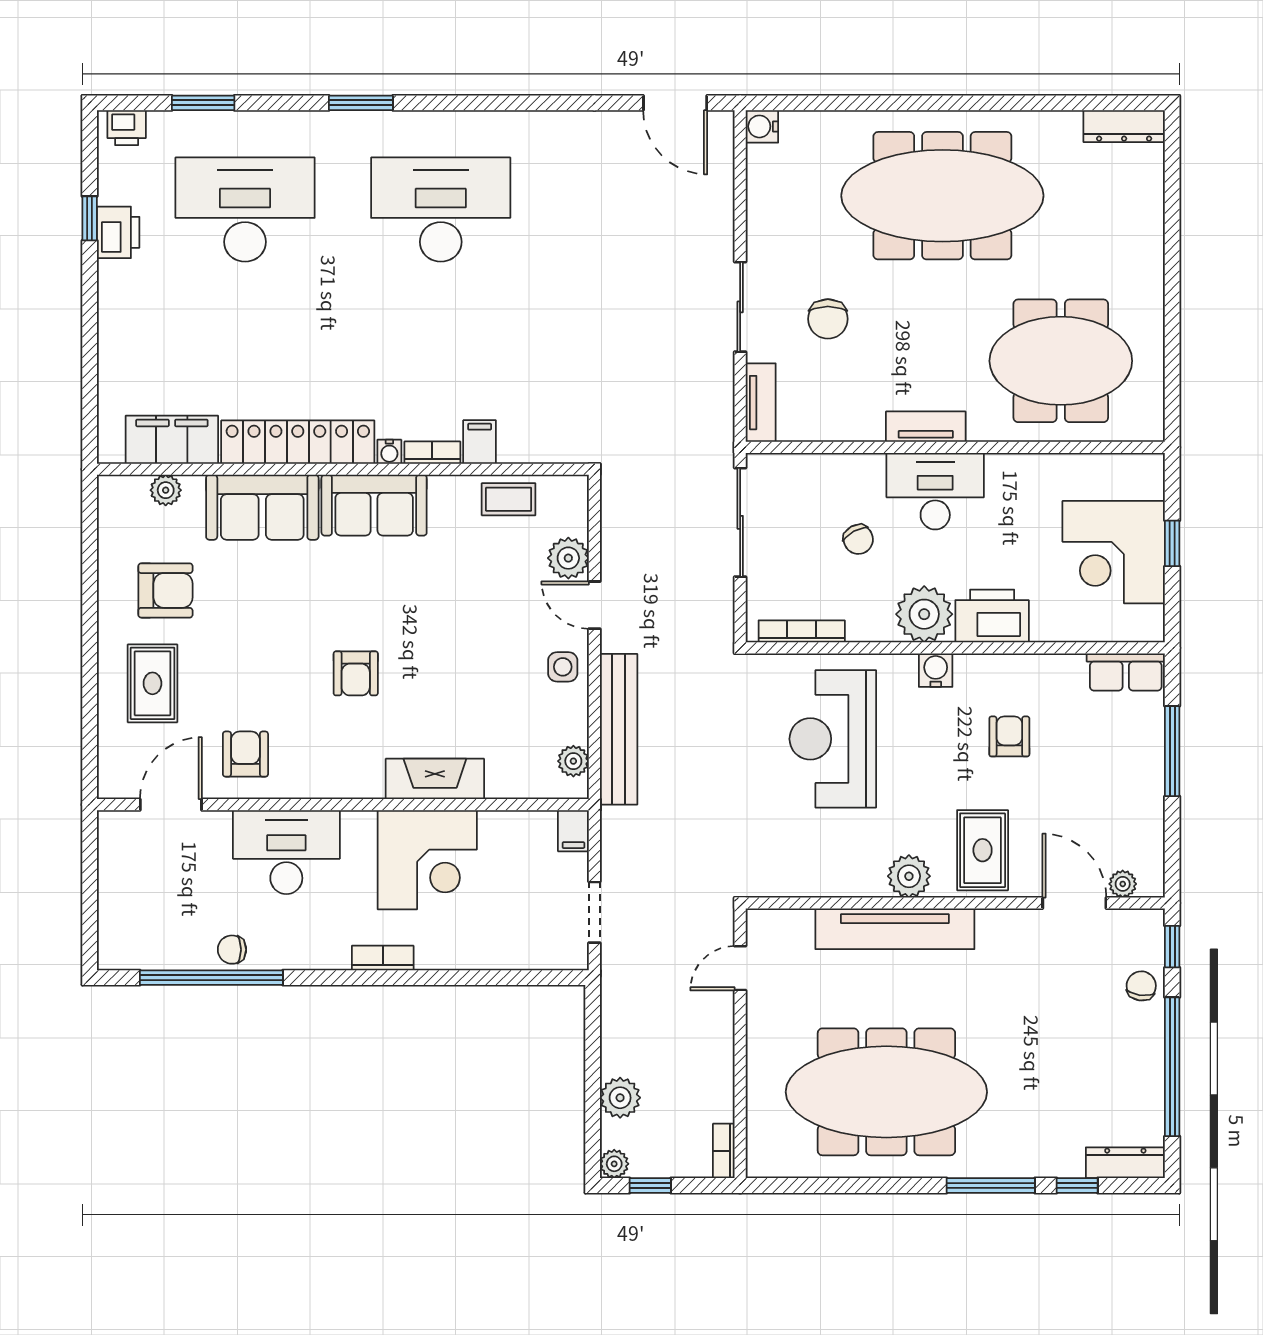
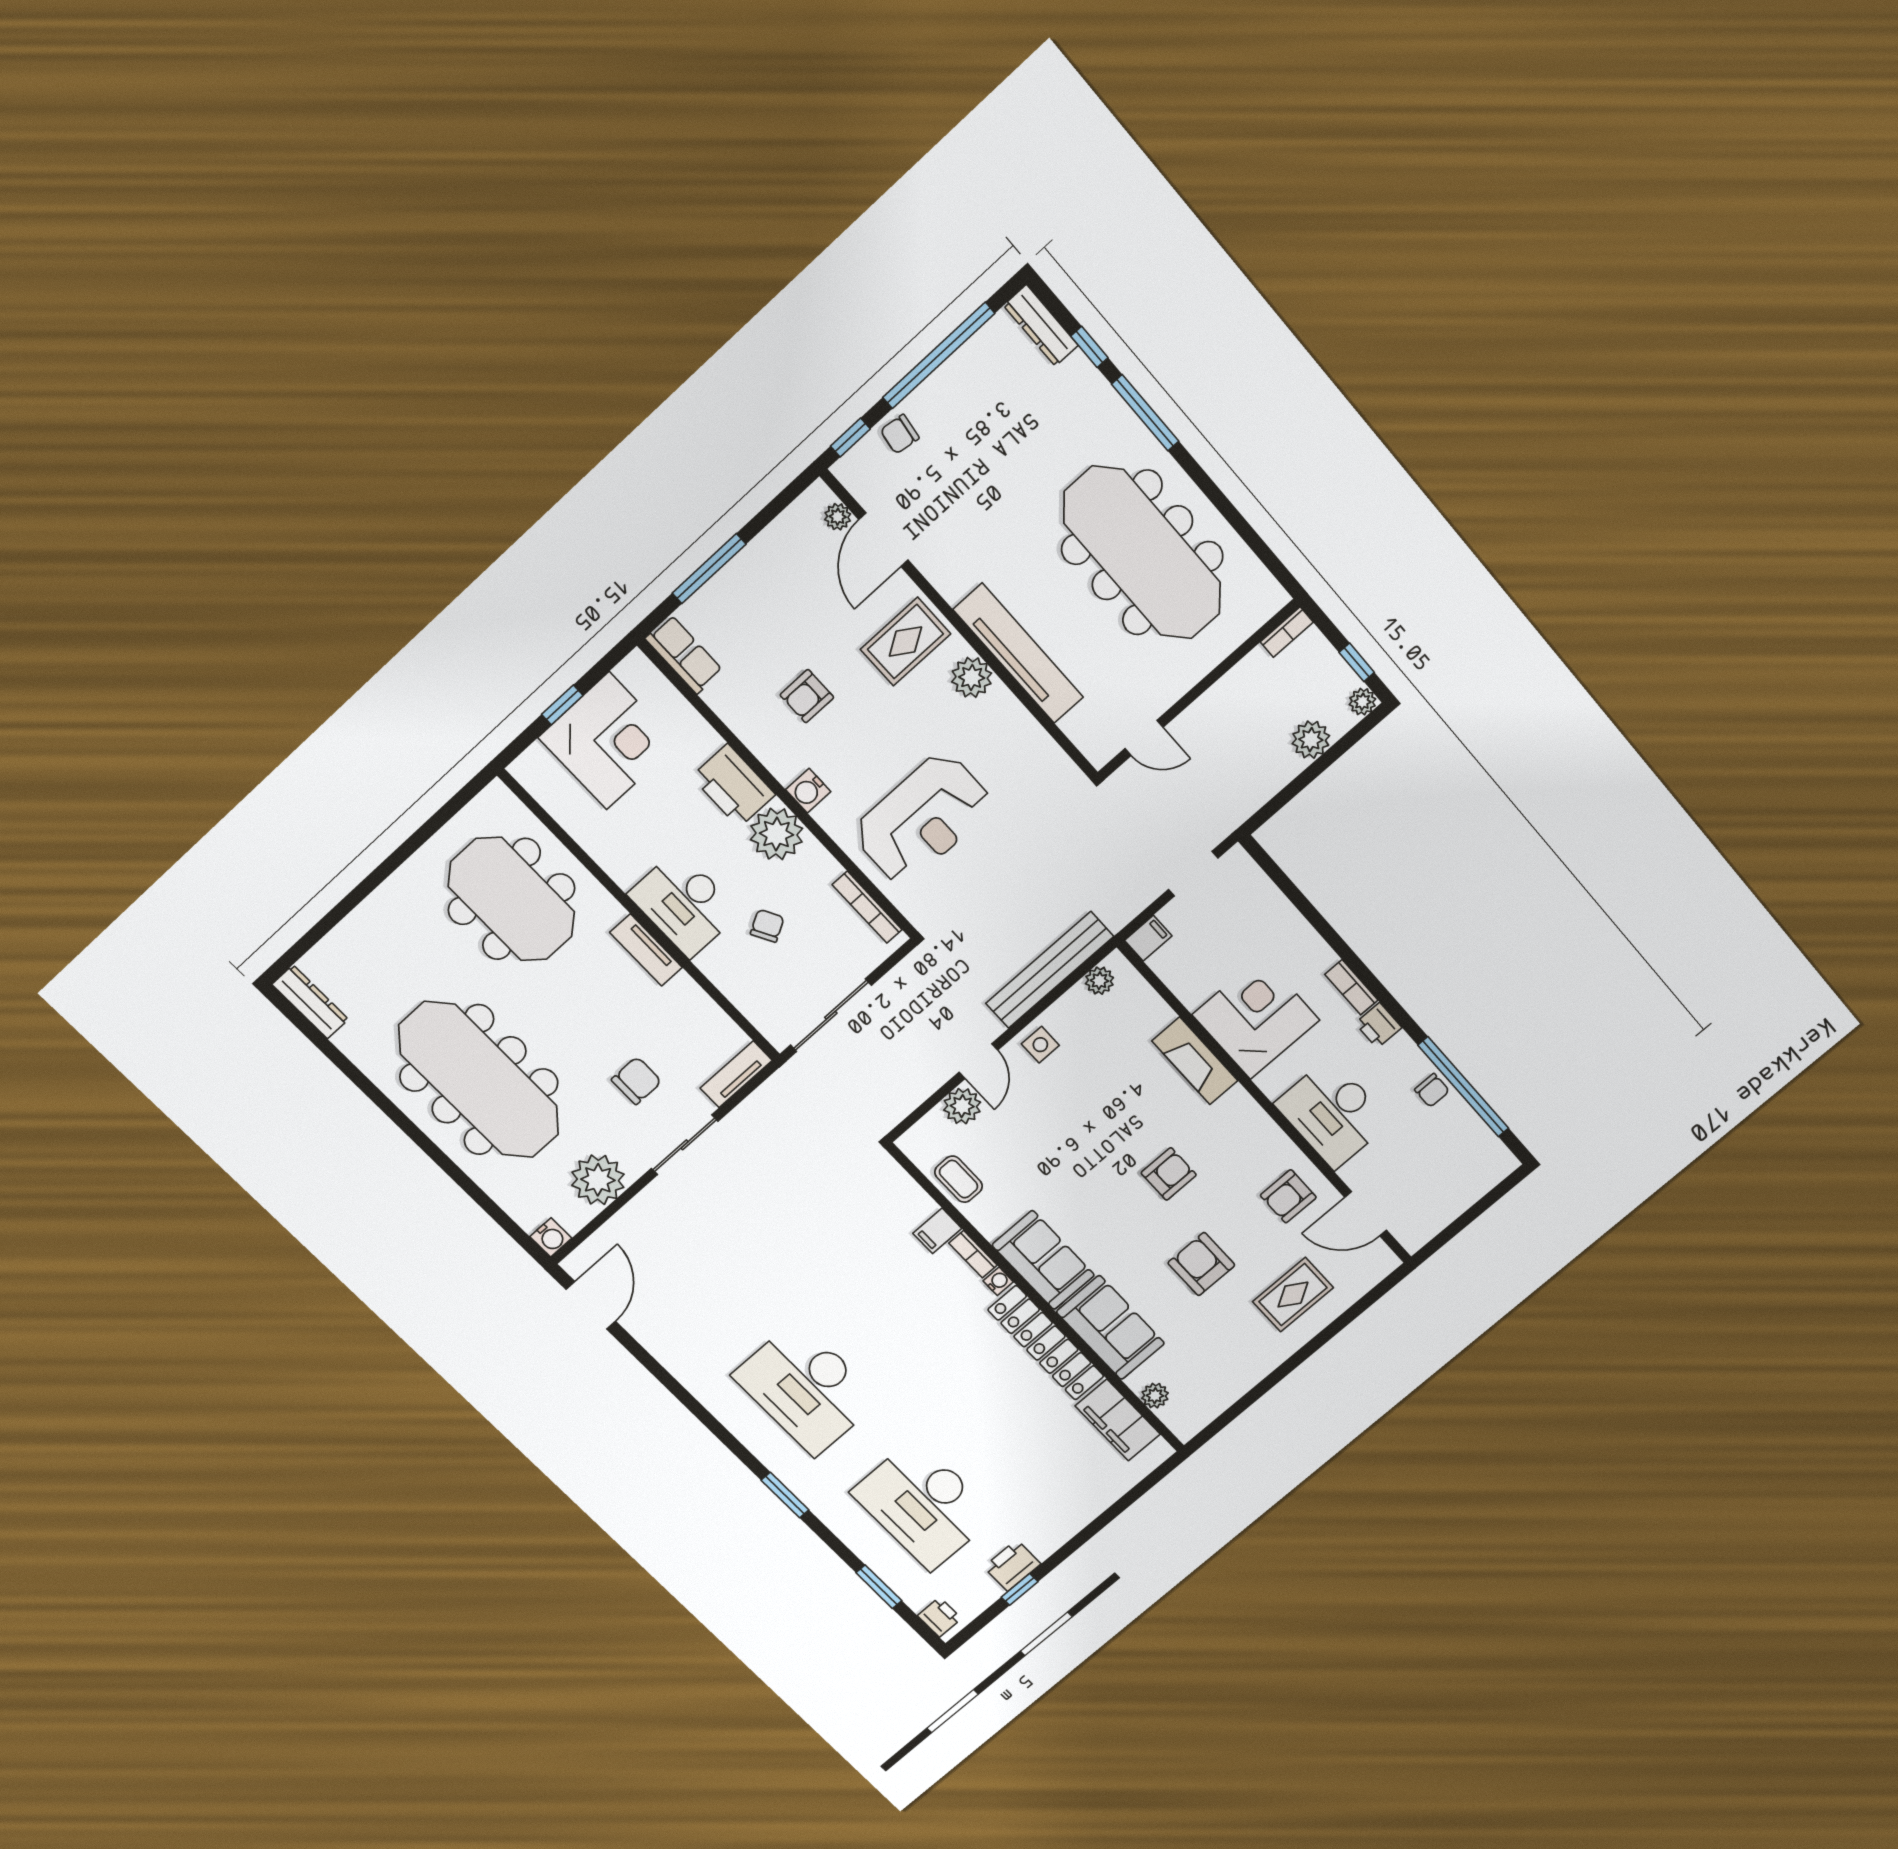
plant: (775, 210) -> (598, 1180), added
armchair: (165, 590) -> (1201, 1264), moved
printer: (329, 953) -> (1378, 1025), added

